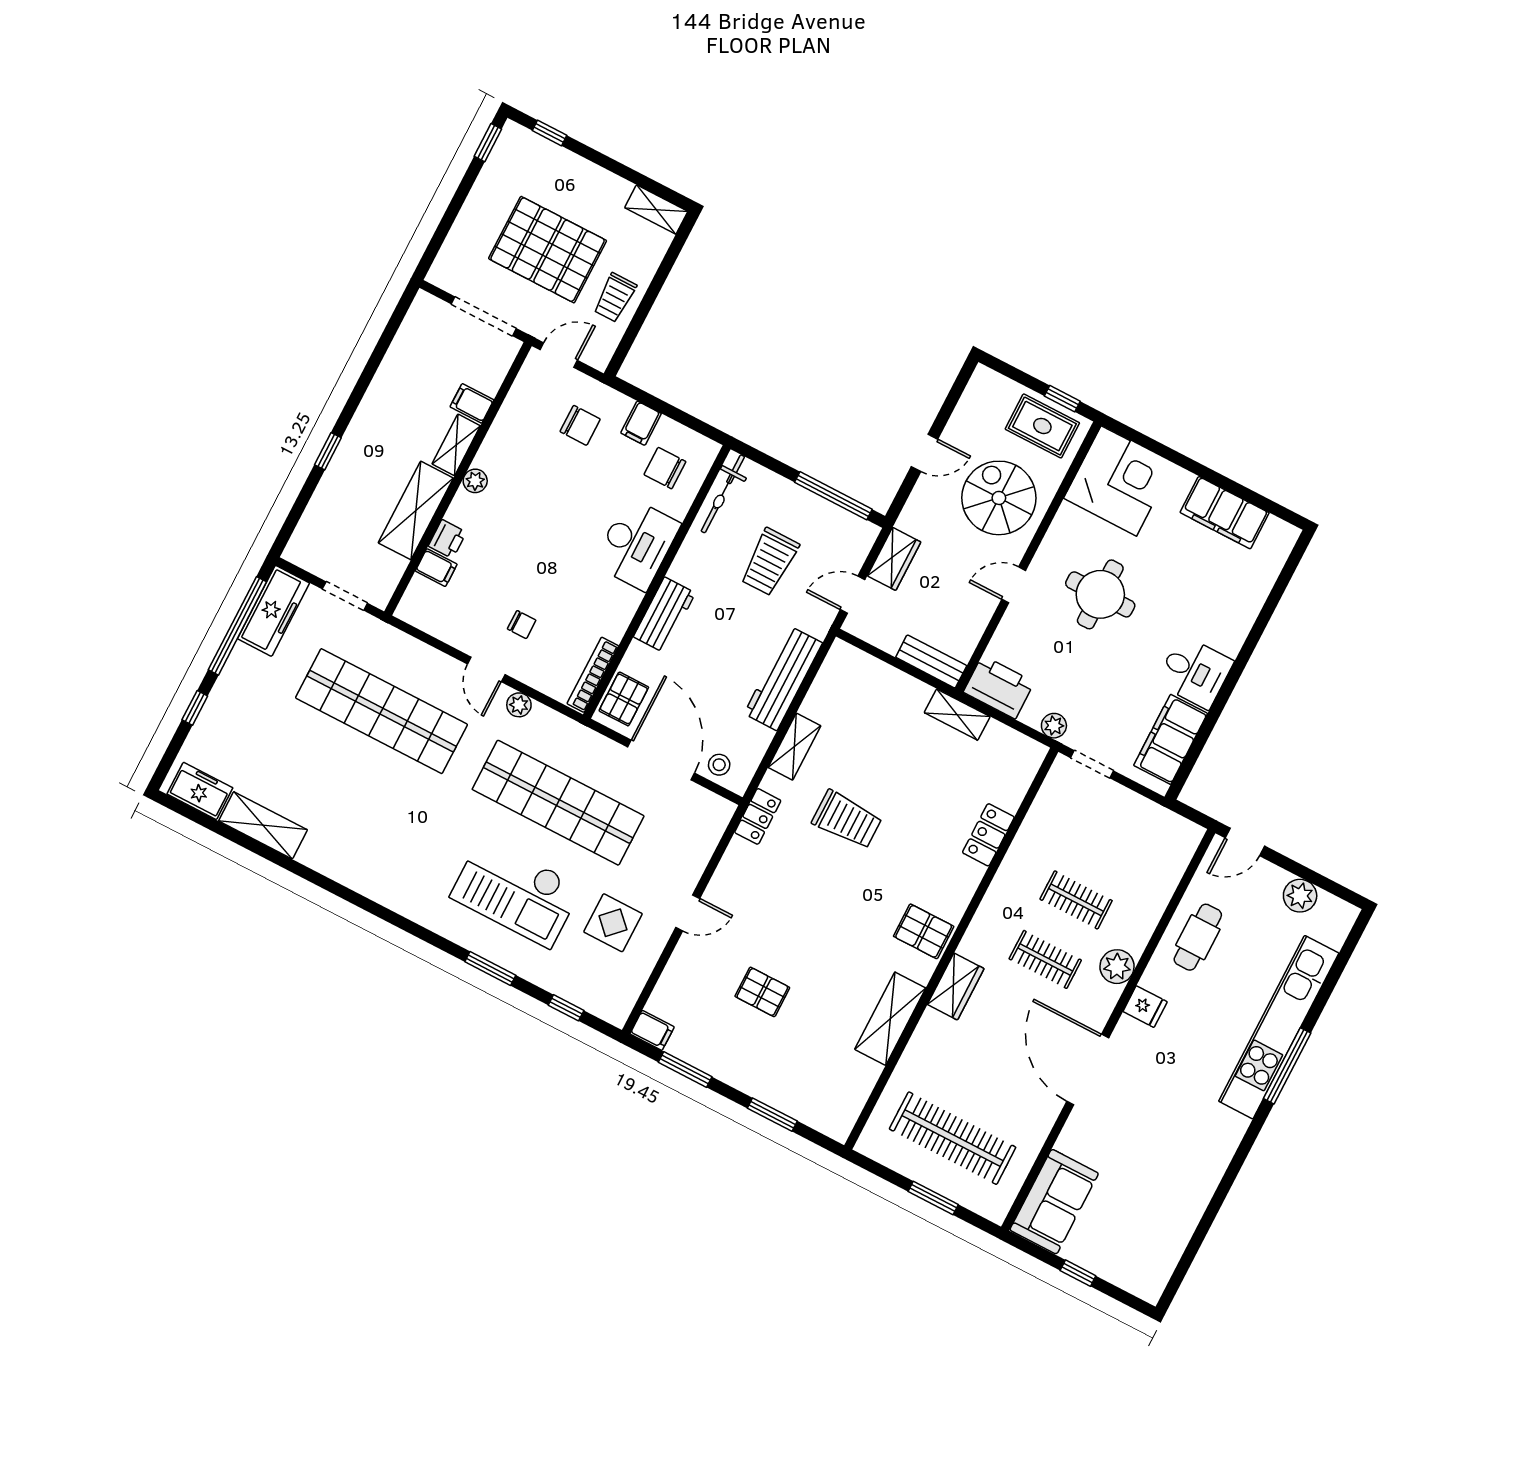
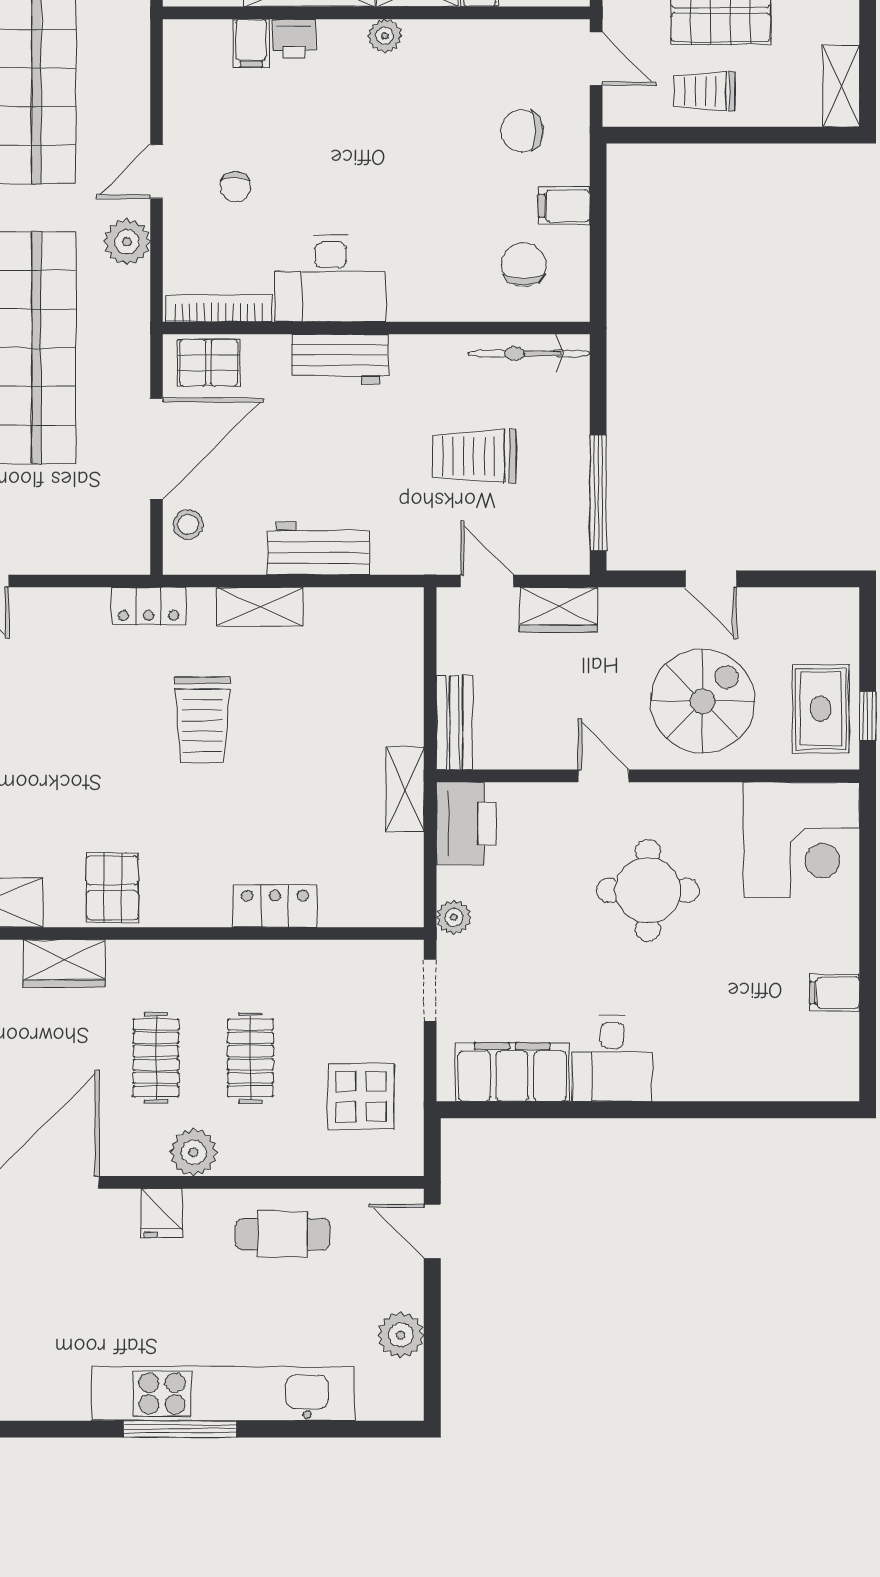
chair: (580, 425) -> (522, 131), turned 90
filing cabinet: (1225, 513) -> (835, 993), width x0.33, depth x0.86
desk: (637, 544) -> (330, 278), moved
workbench: (783, 678) -> (318, 548), width x0.73
plant: (519, 705) -> (127, 242), width x1.38, depth x1.38
display table: (1136, 843) -> (361, 1096), added

